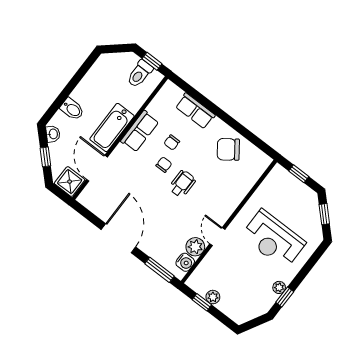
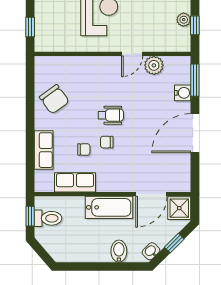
row of seats: (140, 131) -> (75, 182), moved
wheelchair: (182, 184) -> (111, 115), turned 180
water cooler: (185, 262) -> (183, 93), moved, turned 90

